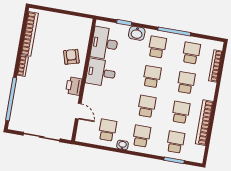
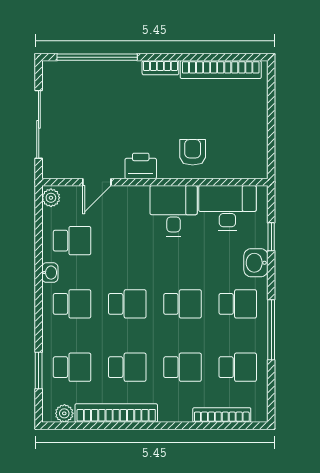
armchair: (71, 57) -> (193, 152), turned -74
plant: (82, 137) -> (51, 198), added
plant: (200, 151) -> (64, 413), added

